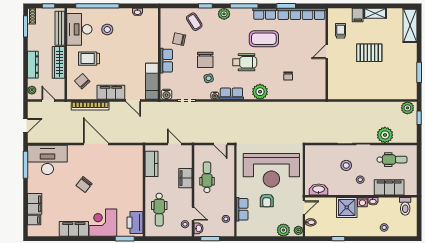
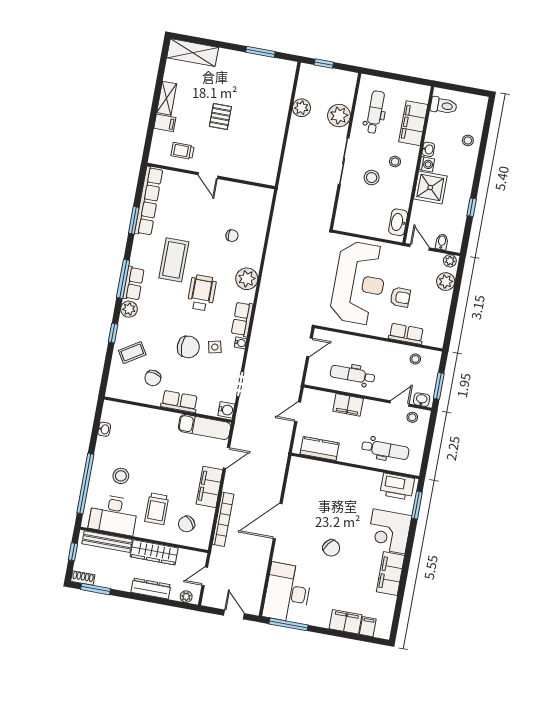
row of seats: (265, 14) -> (133, 283), moved
pallet: (369, 53) -> (220, 116), width x0.67, depth x0.71
plant: (407, 108) -> (301, 108), moved

